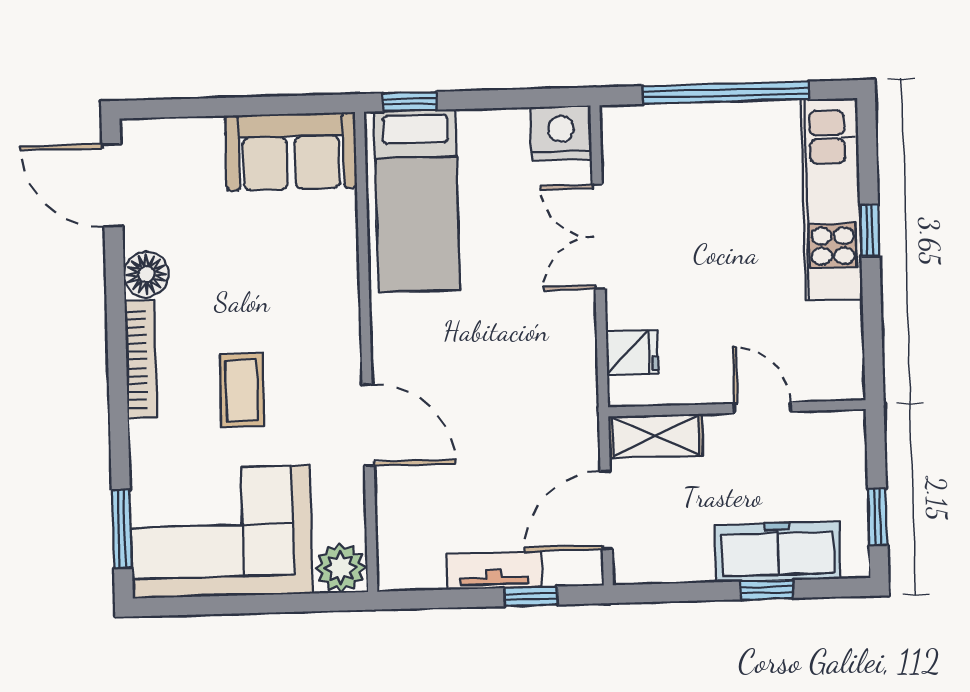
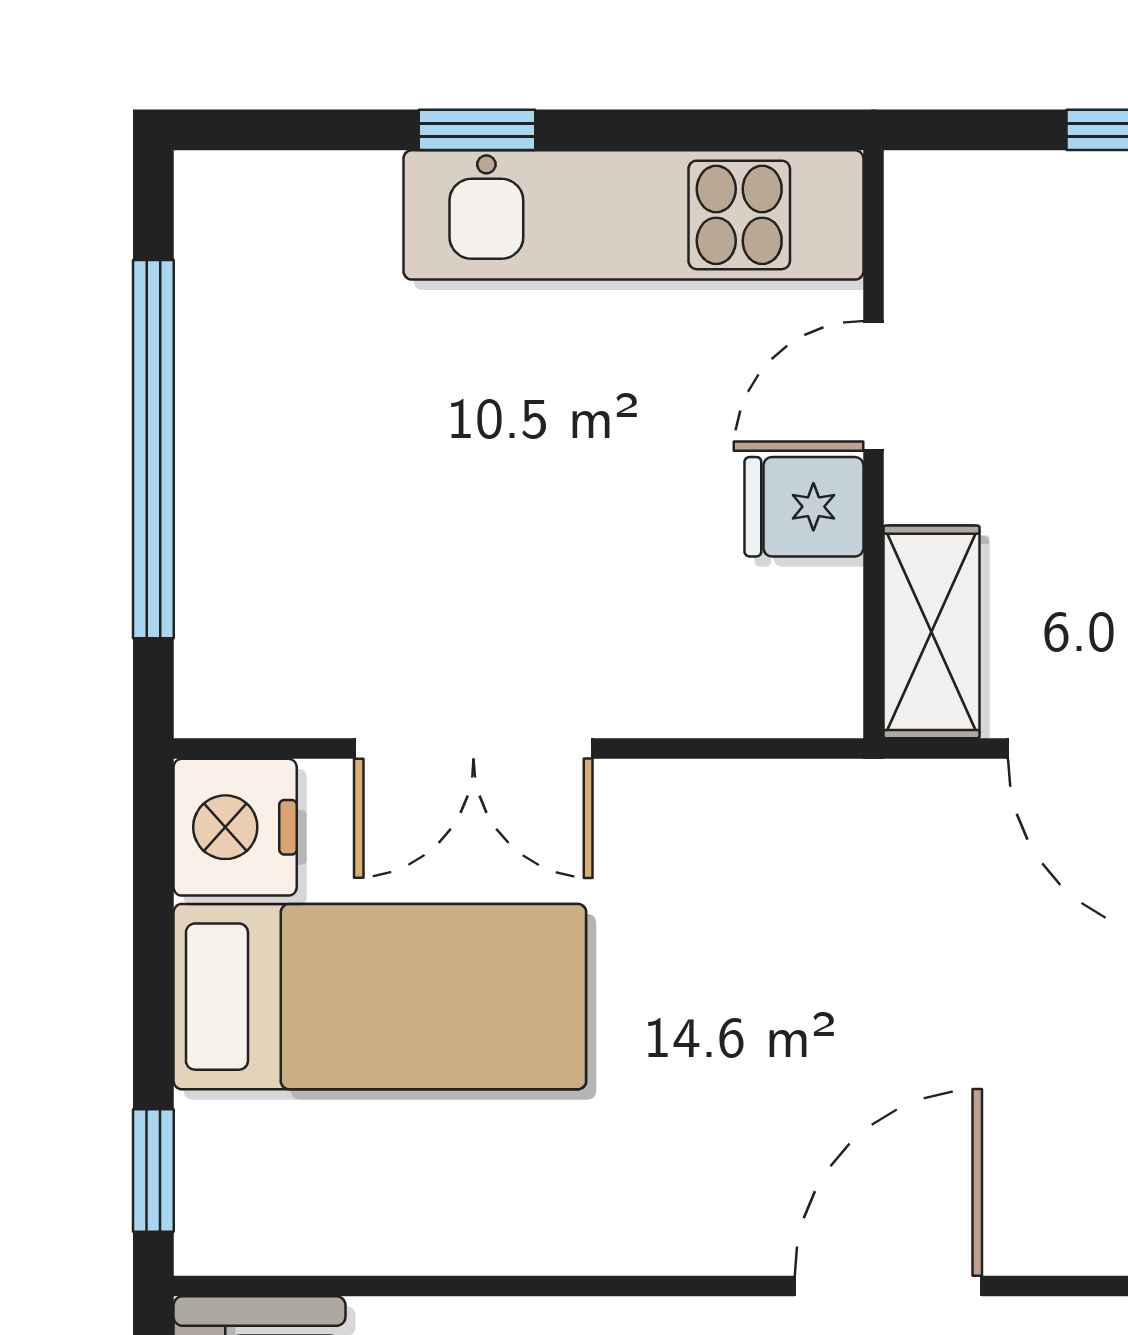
kitchen unit: (832, 199) -> (633, 215), moved
bed: (417, 201) -> (380, 997), moved
fridge: (632, 352) -> (804, 507), moved, turned -90

